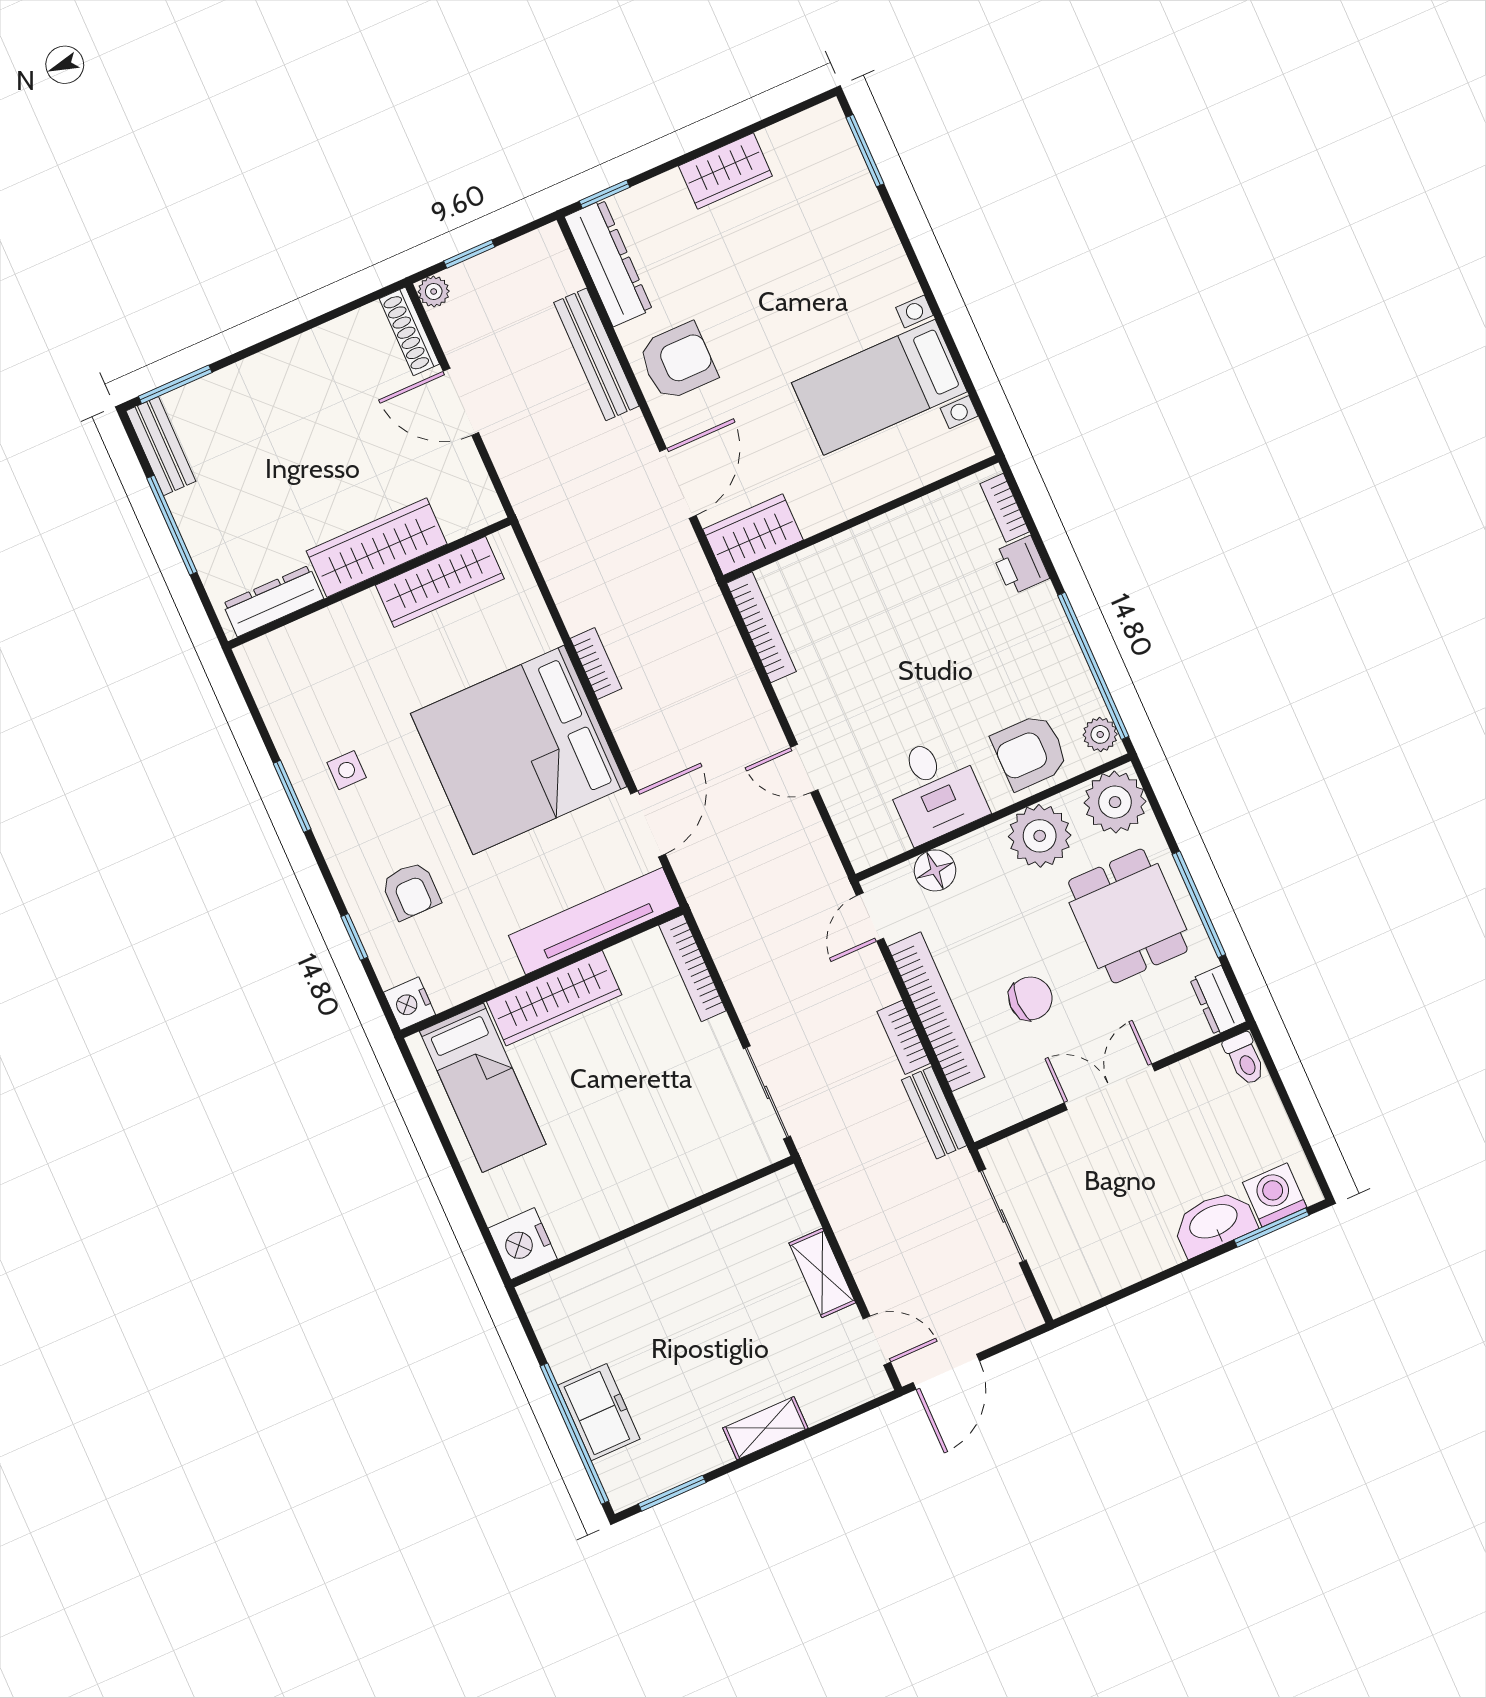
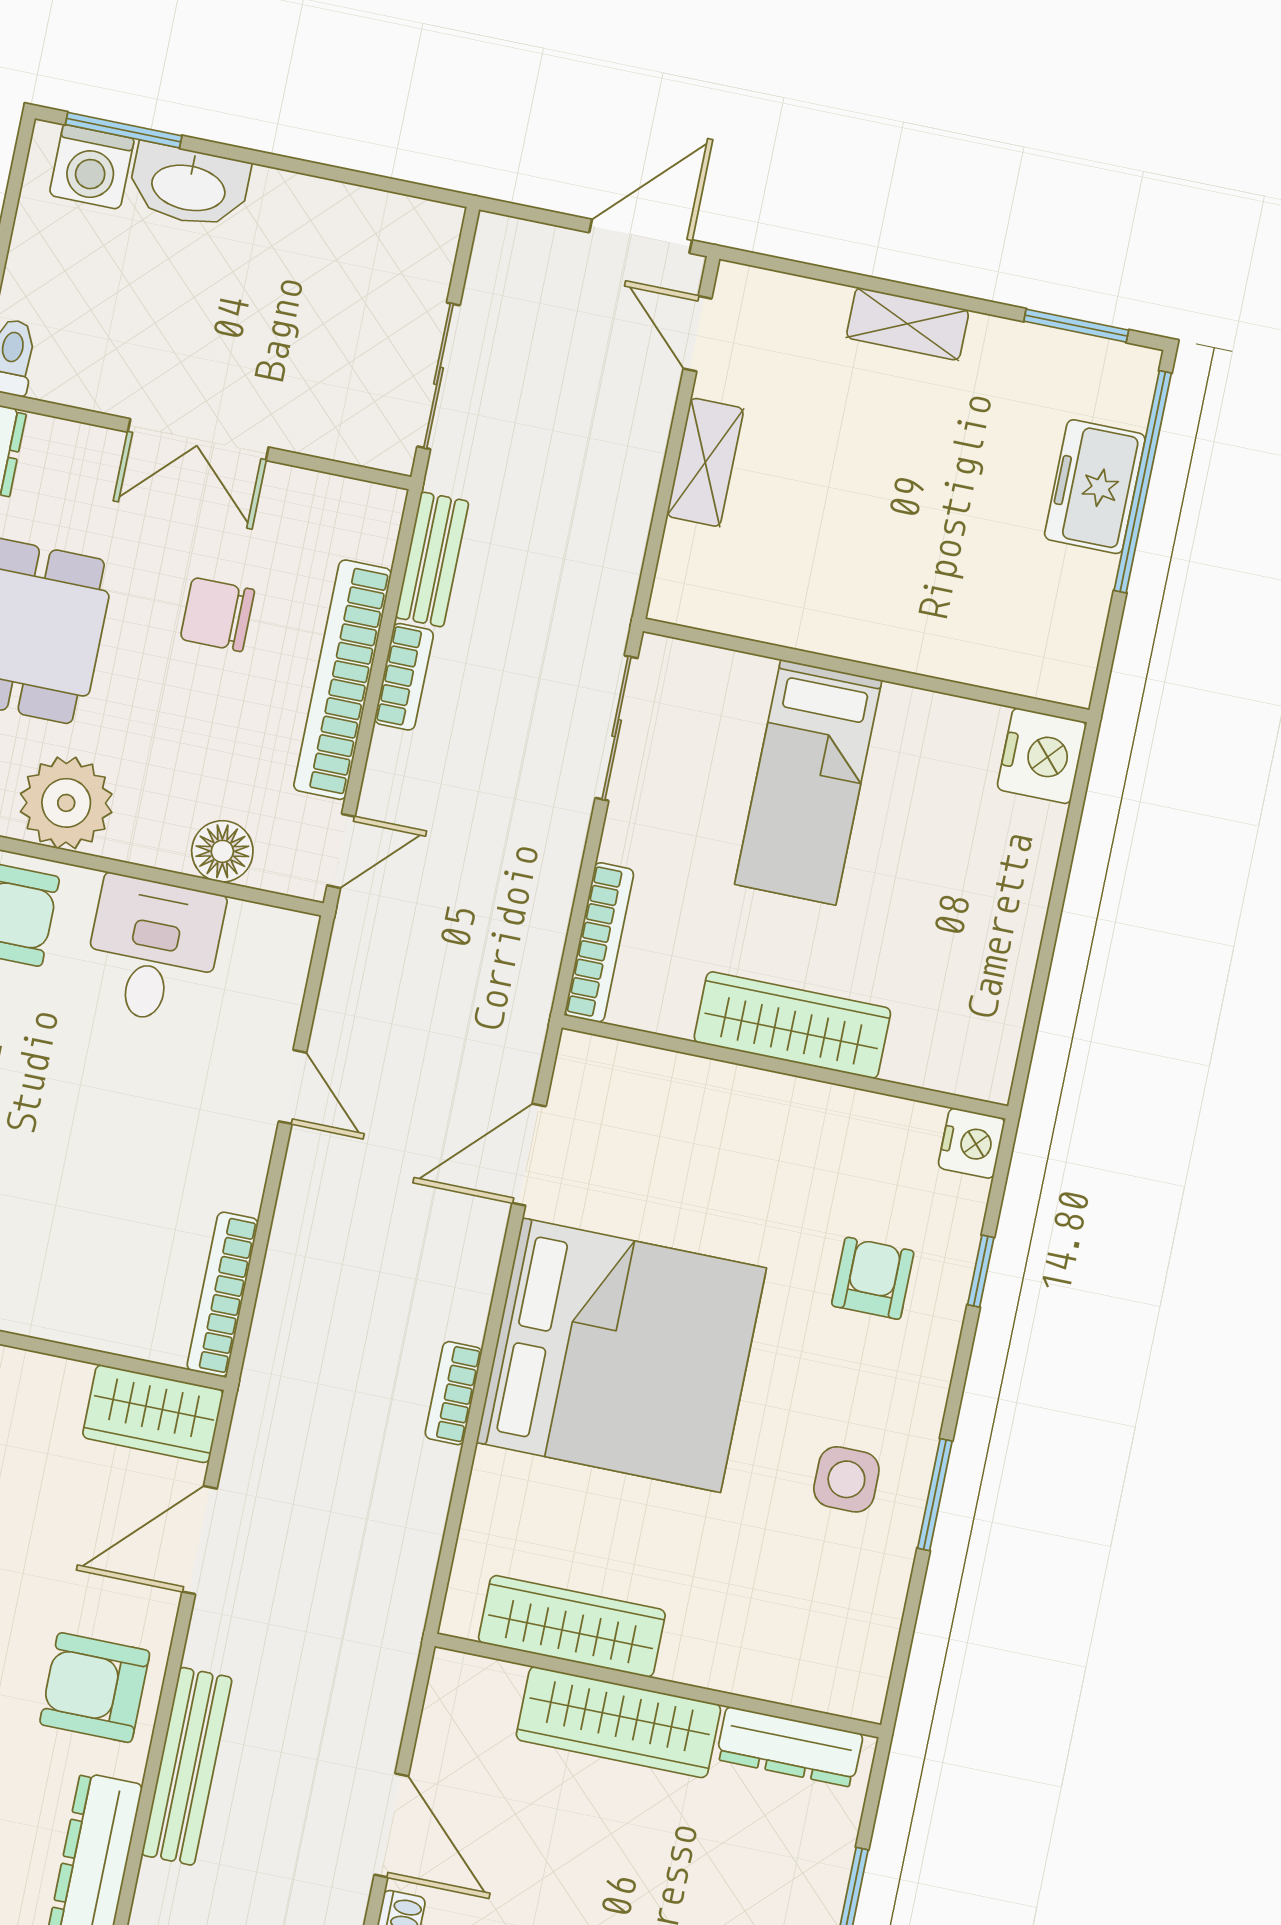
side table: (347, 770) -> (846, 1479), width x1.37, depth x1.37
tv unit: (594, 921) -> (678, 1084), removed
bed: (483, 1088) -> (808, 782), moved, turned 180

